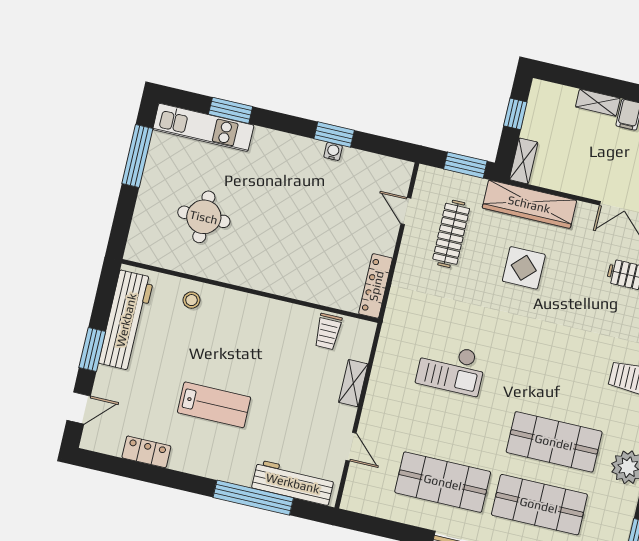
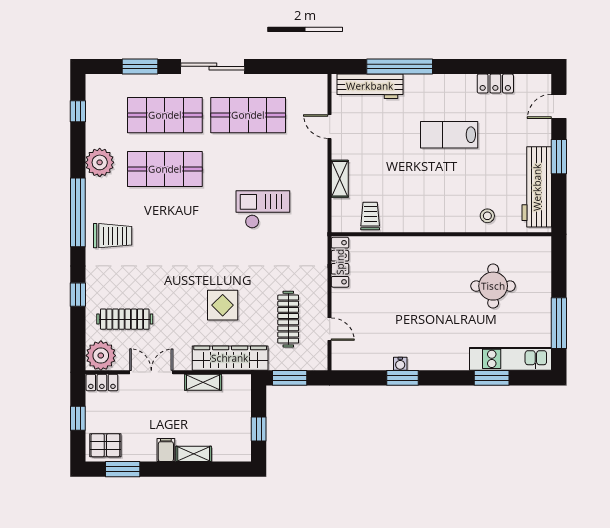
shelving: (524, 161) -> (203, 382), moved, turned 90

